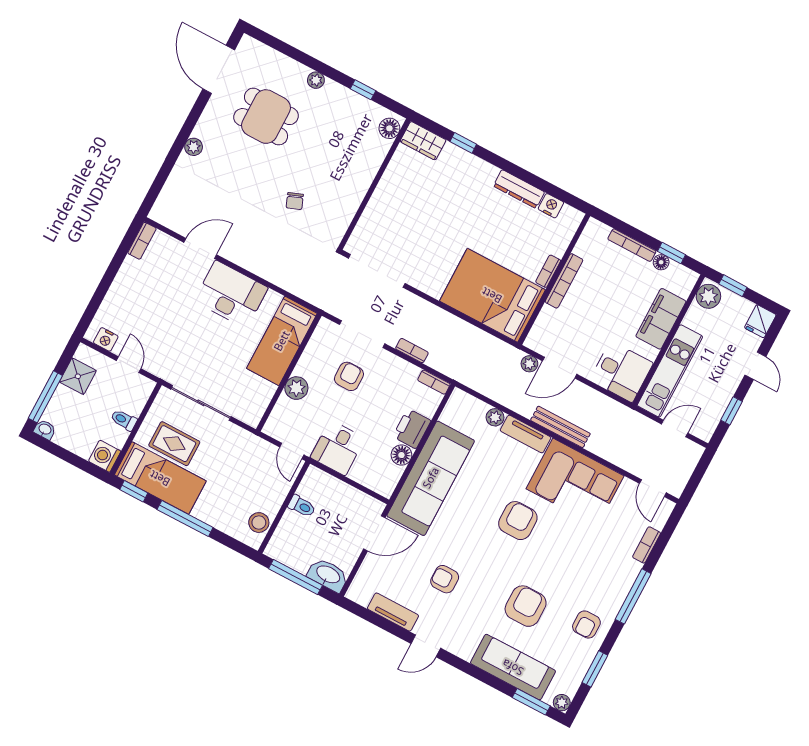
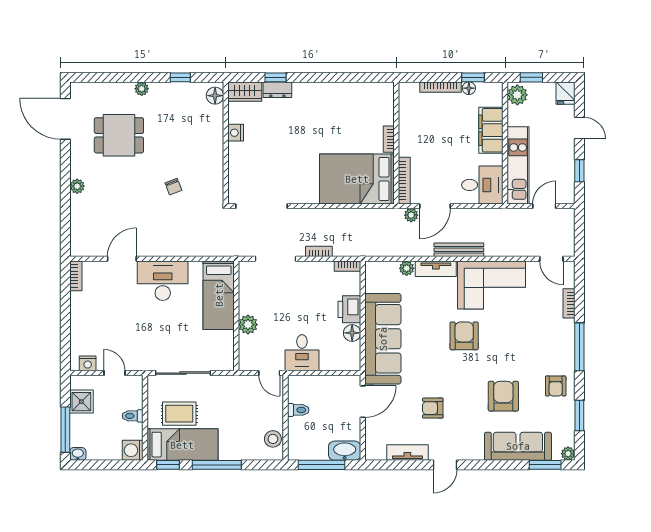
dresser: (519, 189) -> (277, 90), moved, width x0.70
nightstand: (551, 206) -> (236, 133), moved, turned -90
bookcase: (564, 281) -> (404, 181), moved
armchair: (349, 376) -> (282, 295), removed

